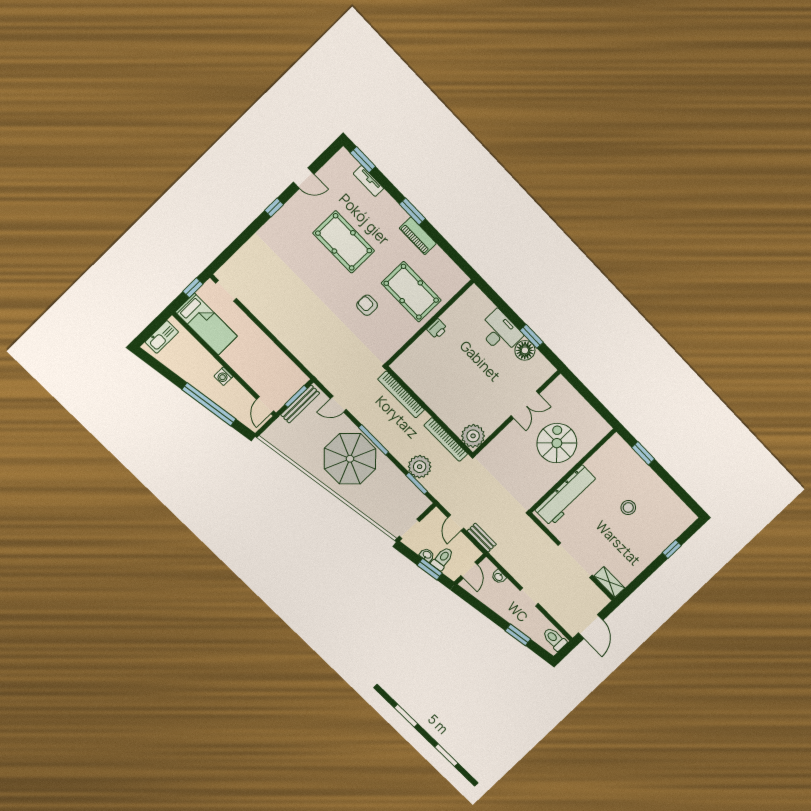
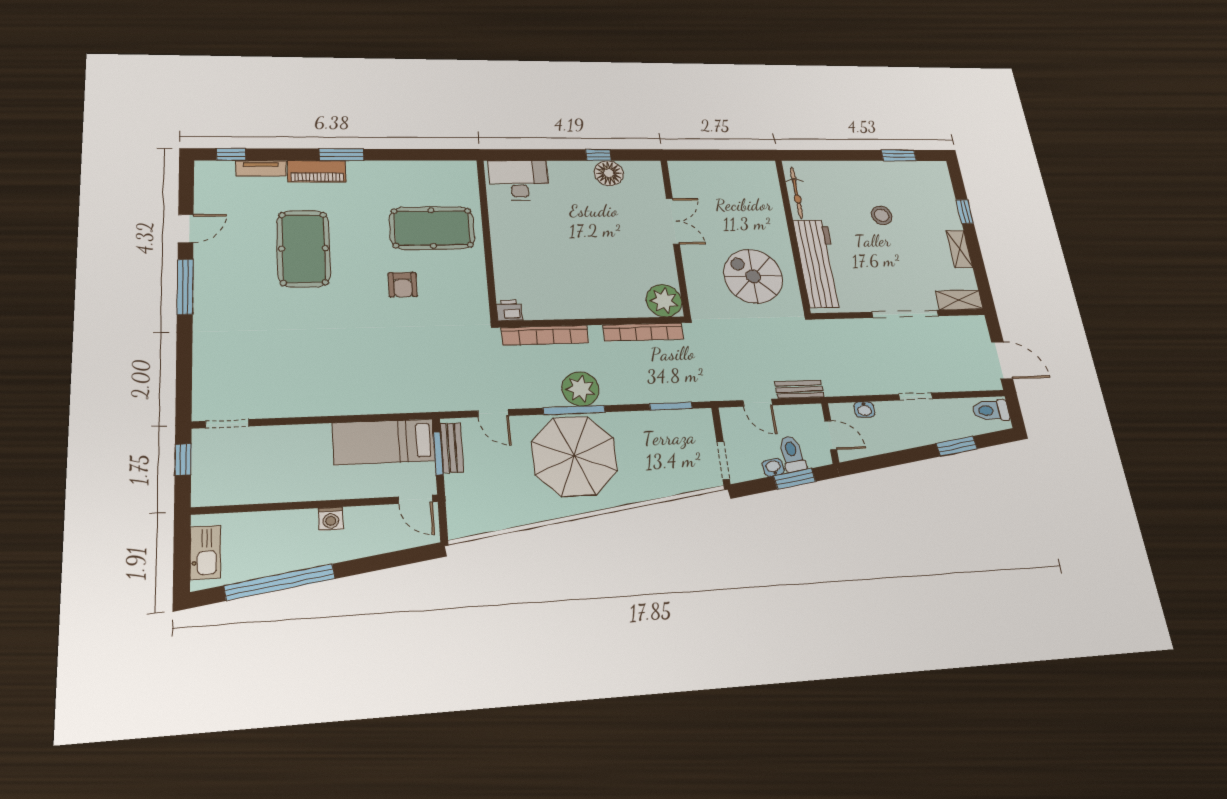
window: (363, 160) -> (231, 154), width x0.67
window: (274, 208) -> (185, 287), width x2.17
piano: (418, 236) -> (317, 171), moved
pool table: (344, 242) -> (304, 248), turned 90
armchair: (367, 305) -> (403, 285), turned -90
bed: (206, 324) -> (384, 442), moved, turned 180
printer: (437, 329) -> (509, 310), moved, turned -90
desk: (500, 332) -> (519, 180), moved
window: (531, 336) -> (598, 155), width x0.67
window: (209, 404) -> (280, 582), moved
bench: (300, 404) -> (452, 448), width x0.73
door: (338, 404) -> (493, 413), hinge flipped
spiral stairs: (557, 443) -> (753, 276), moved
window: (643, 453) -> (899, 155), moved
bicycle: (602, 454) -> (797, 193), added
plant: (420, 467) -> (580, 389), moved
shelving: (643, 562) -> (959, 249), added

